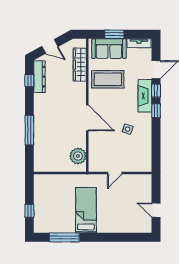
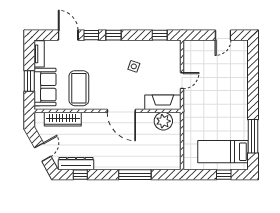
fireplace: (145, 96) -> (163, 102), moved, turned 180
door: (87, 118) -> (121, 111), swing flipped
window: (156, 153) -> (160, 35), added
door: (115, 173) -> (182, 81), hinge flipped
bed: (86, 210) -> (223, 152), moved

